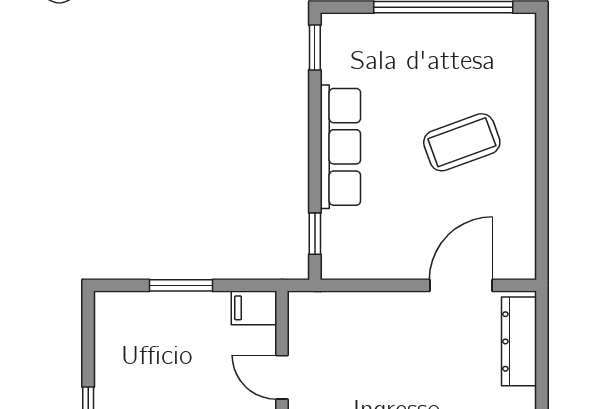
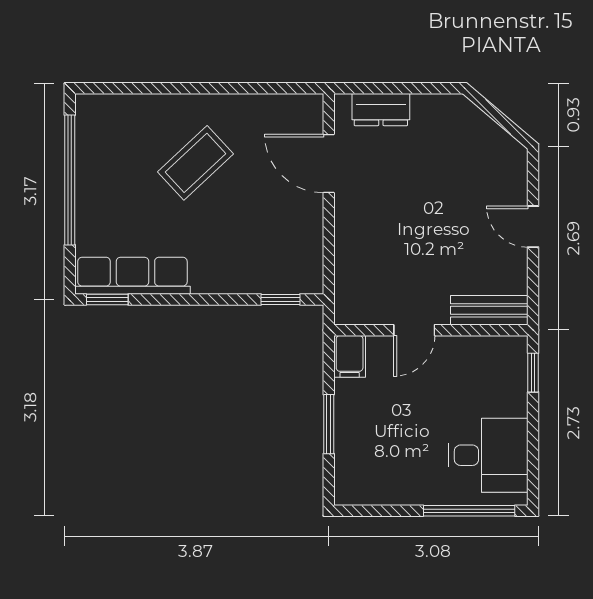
coffee table: (462, 142) -> (196, 163), turned 67
row of seats: (340, 147) -> (132, 276), moved
dresser: (519, 341) -> (381, 110), width x0.70

